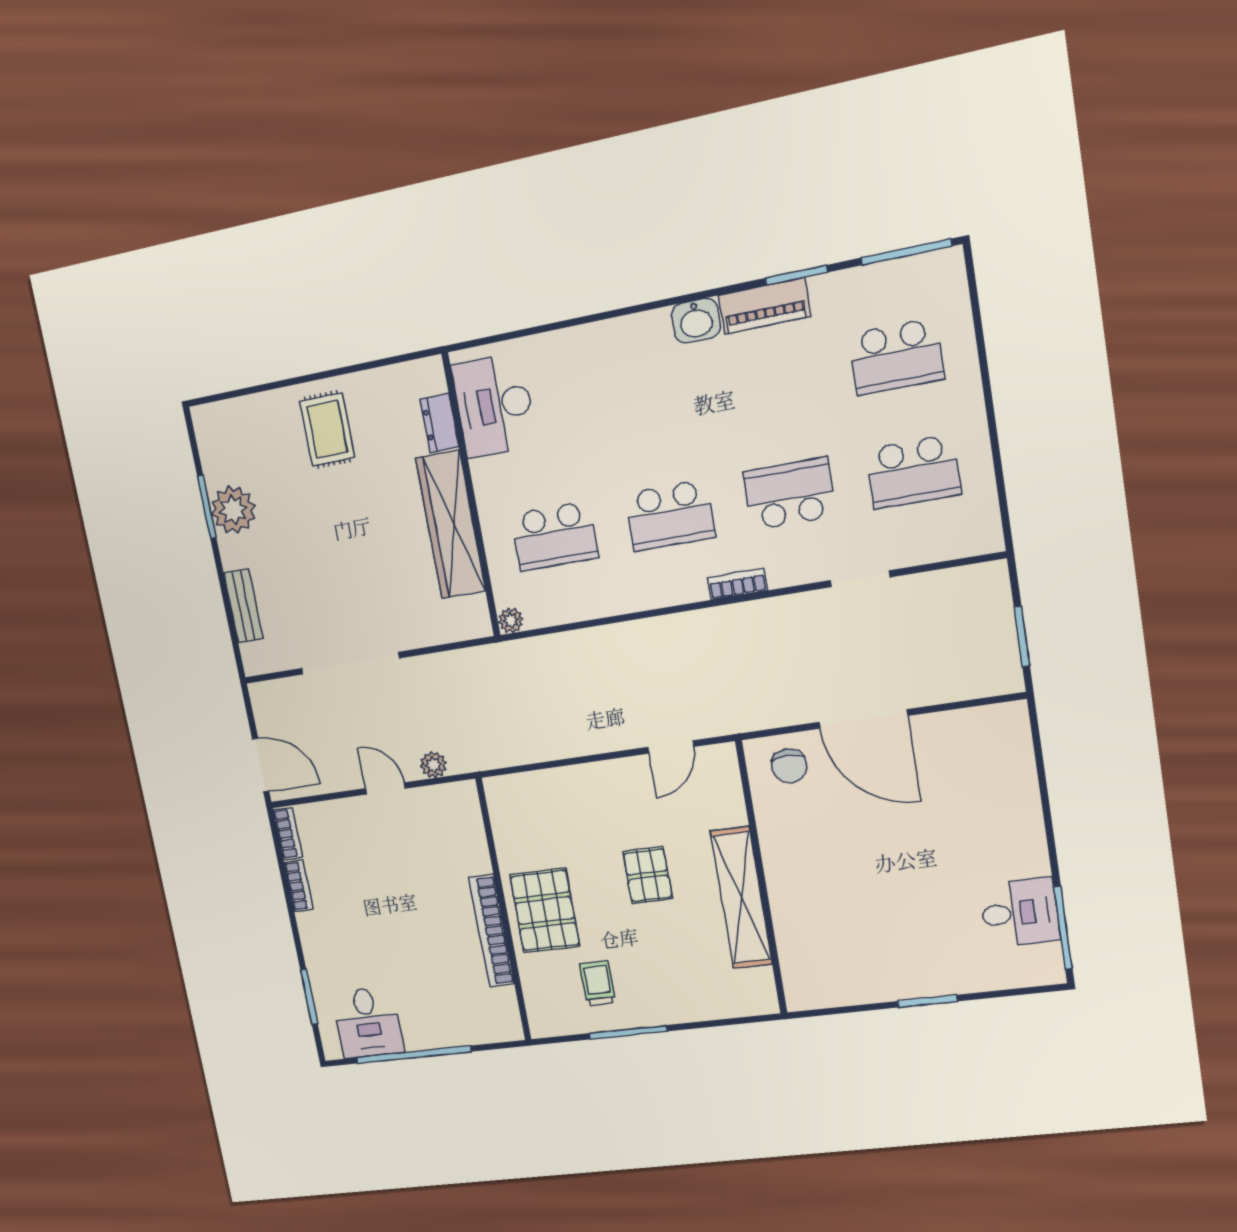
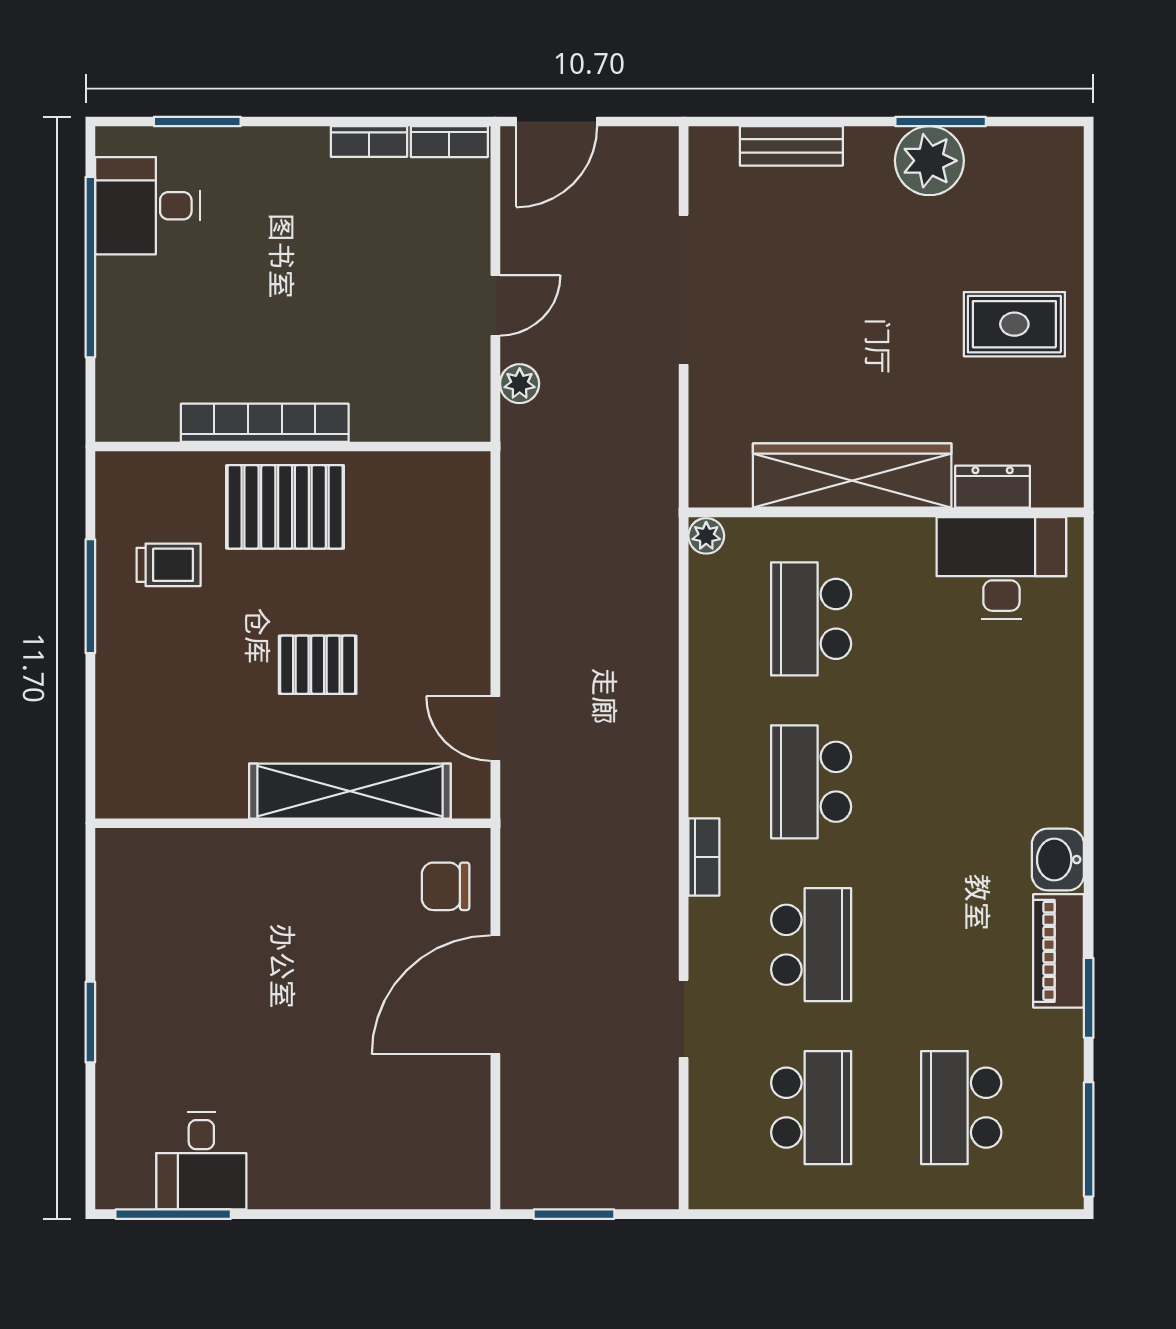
school desk: (913, 472) -> (811, 1108), turned 180
shelving: (741, 898) -> (350, 791), moved

